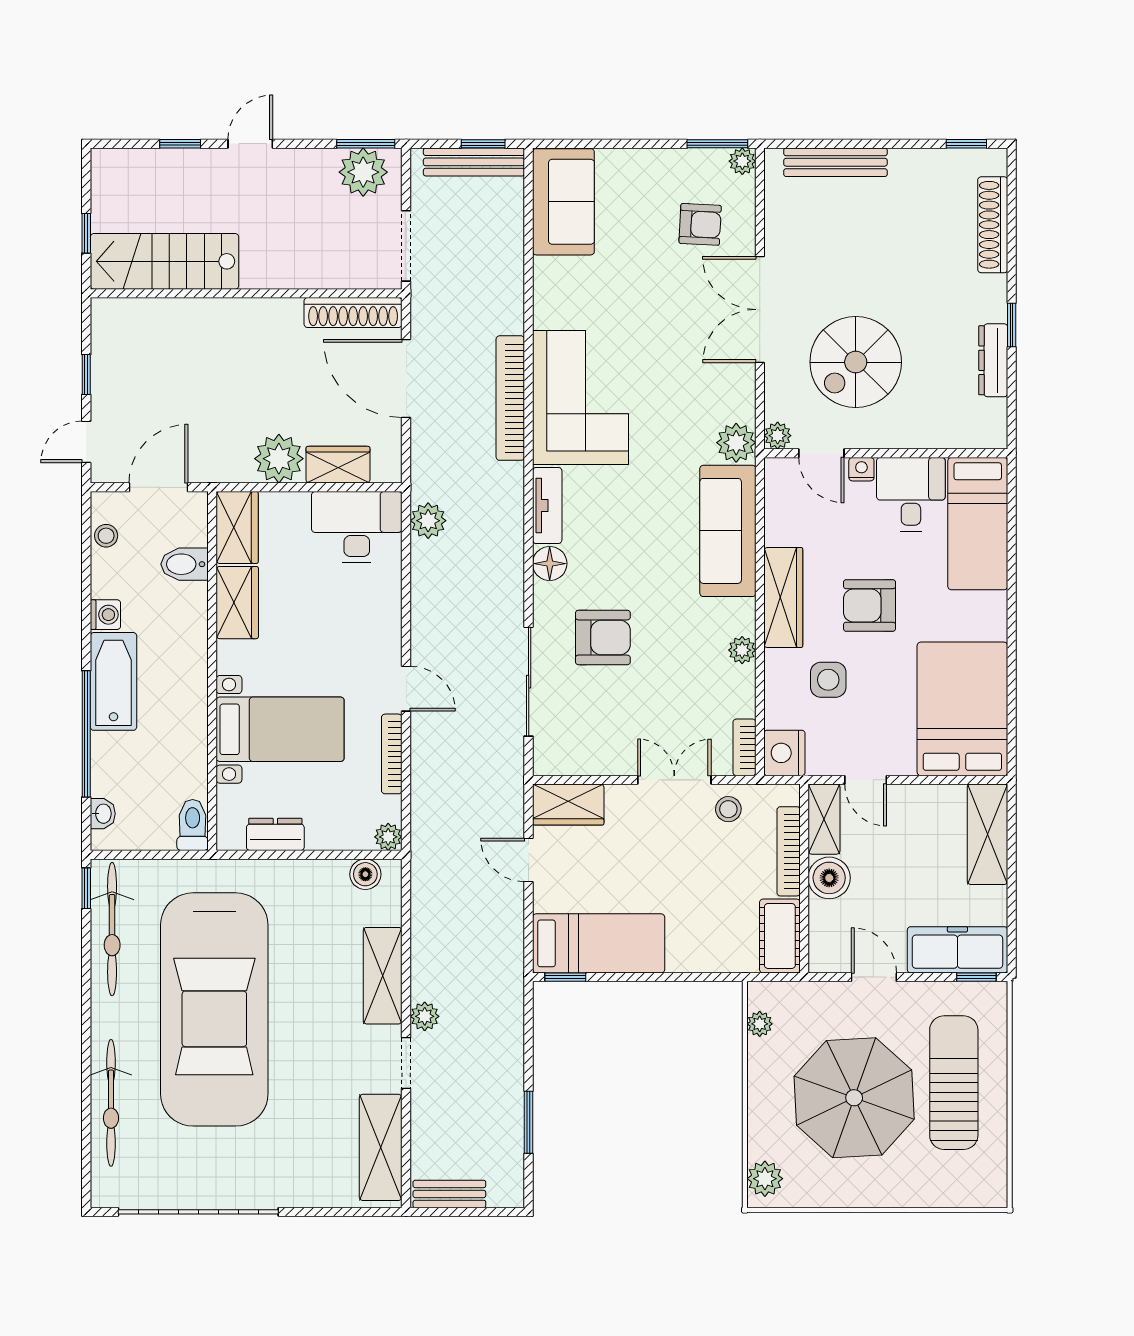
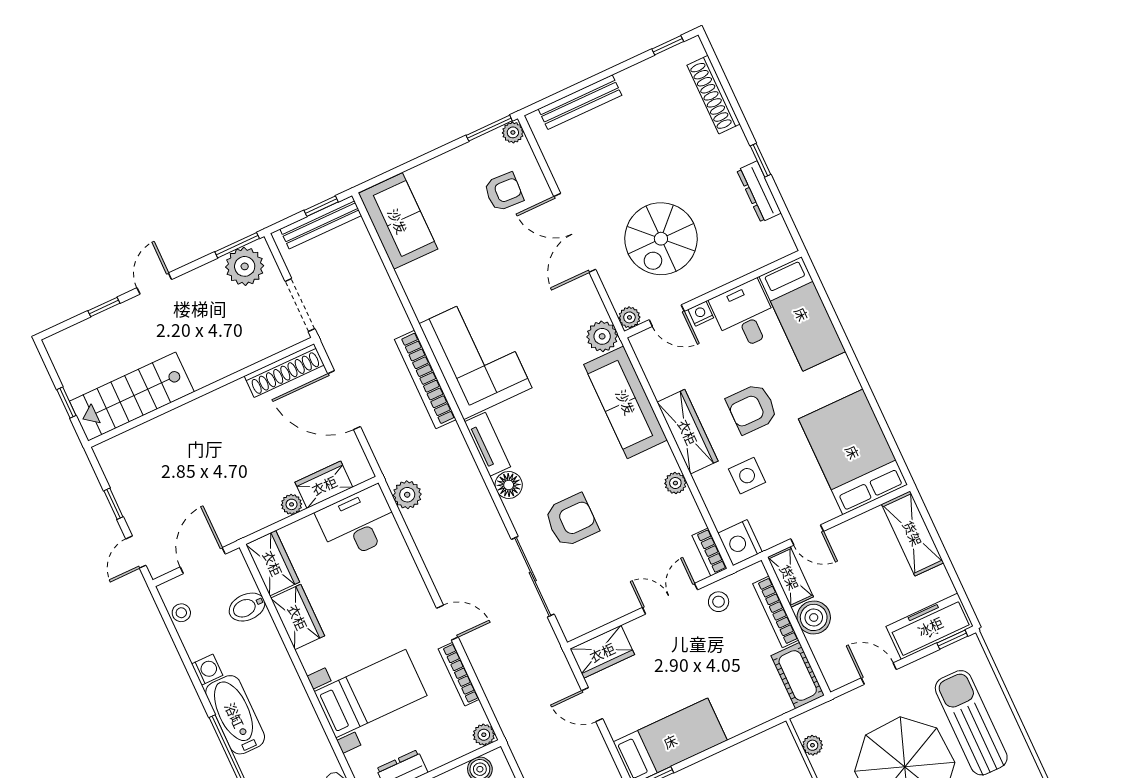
plant: (279, 459) -> (292, 504), width x0.53, depth x0.53

